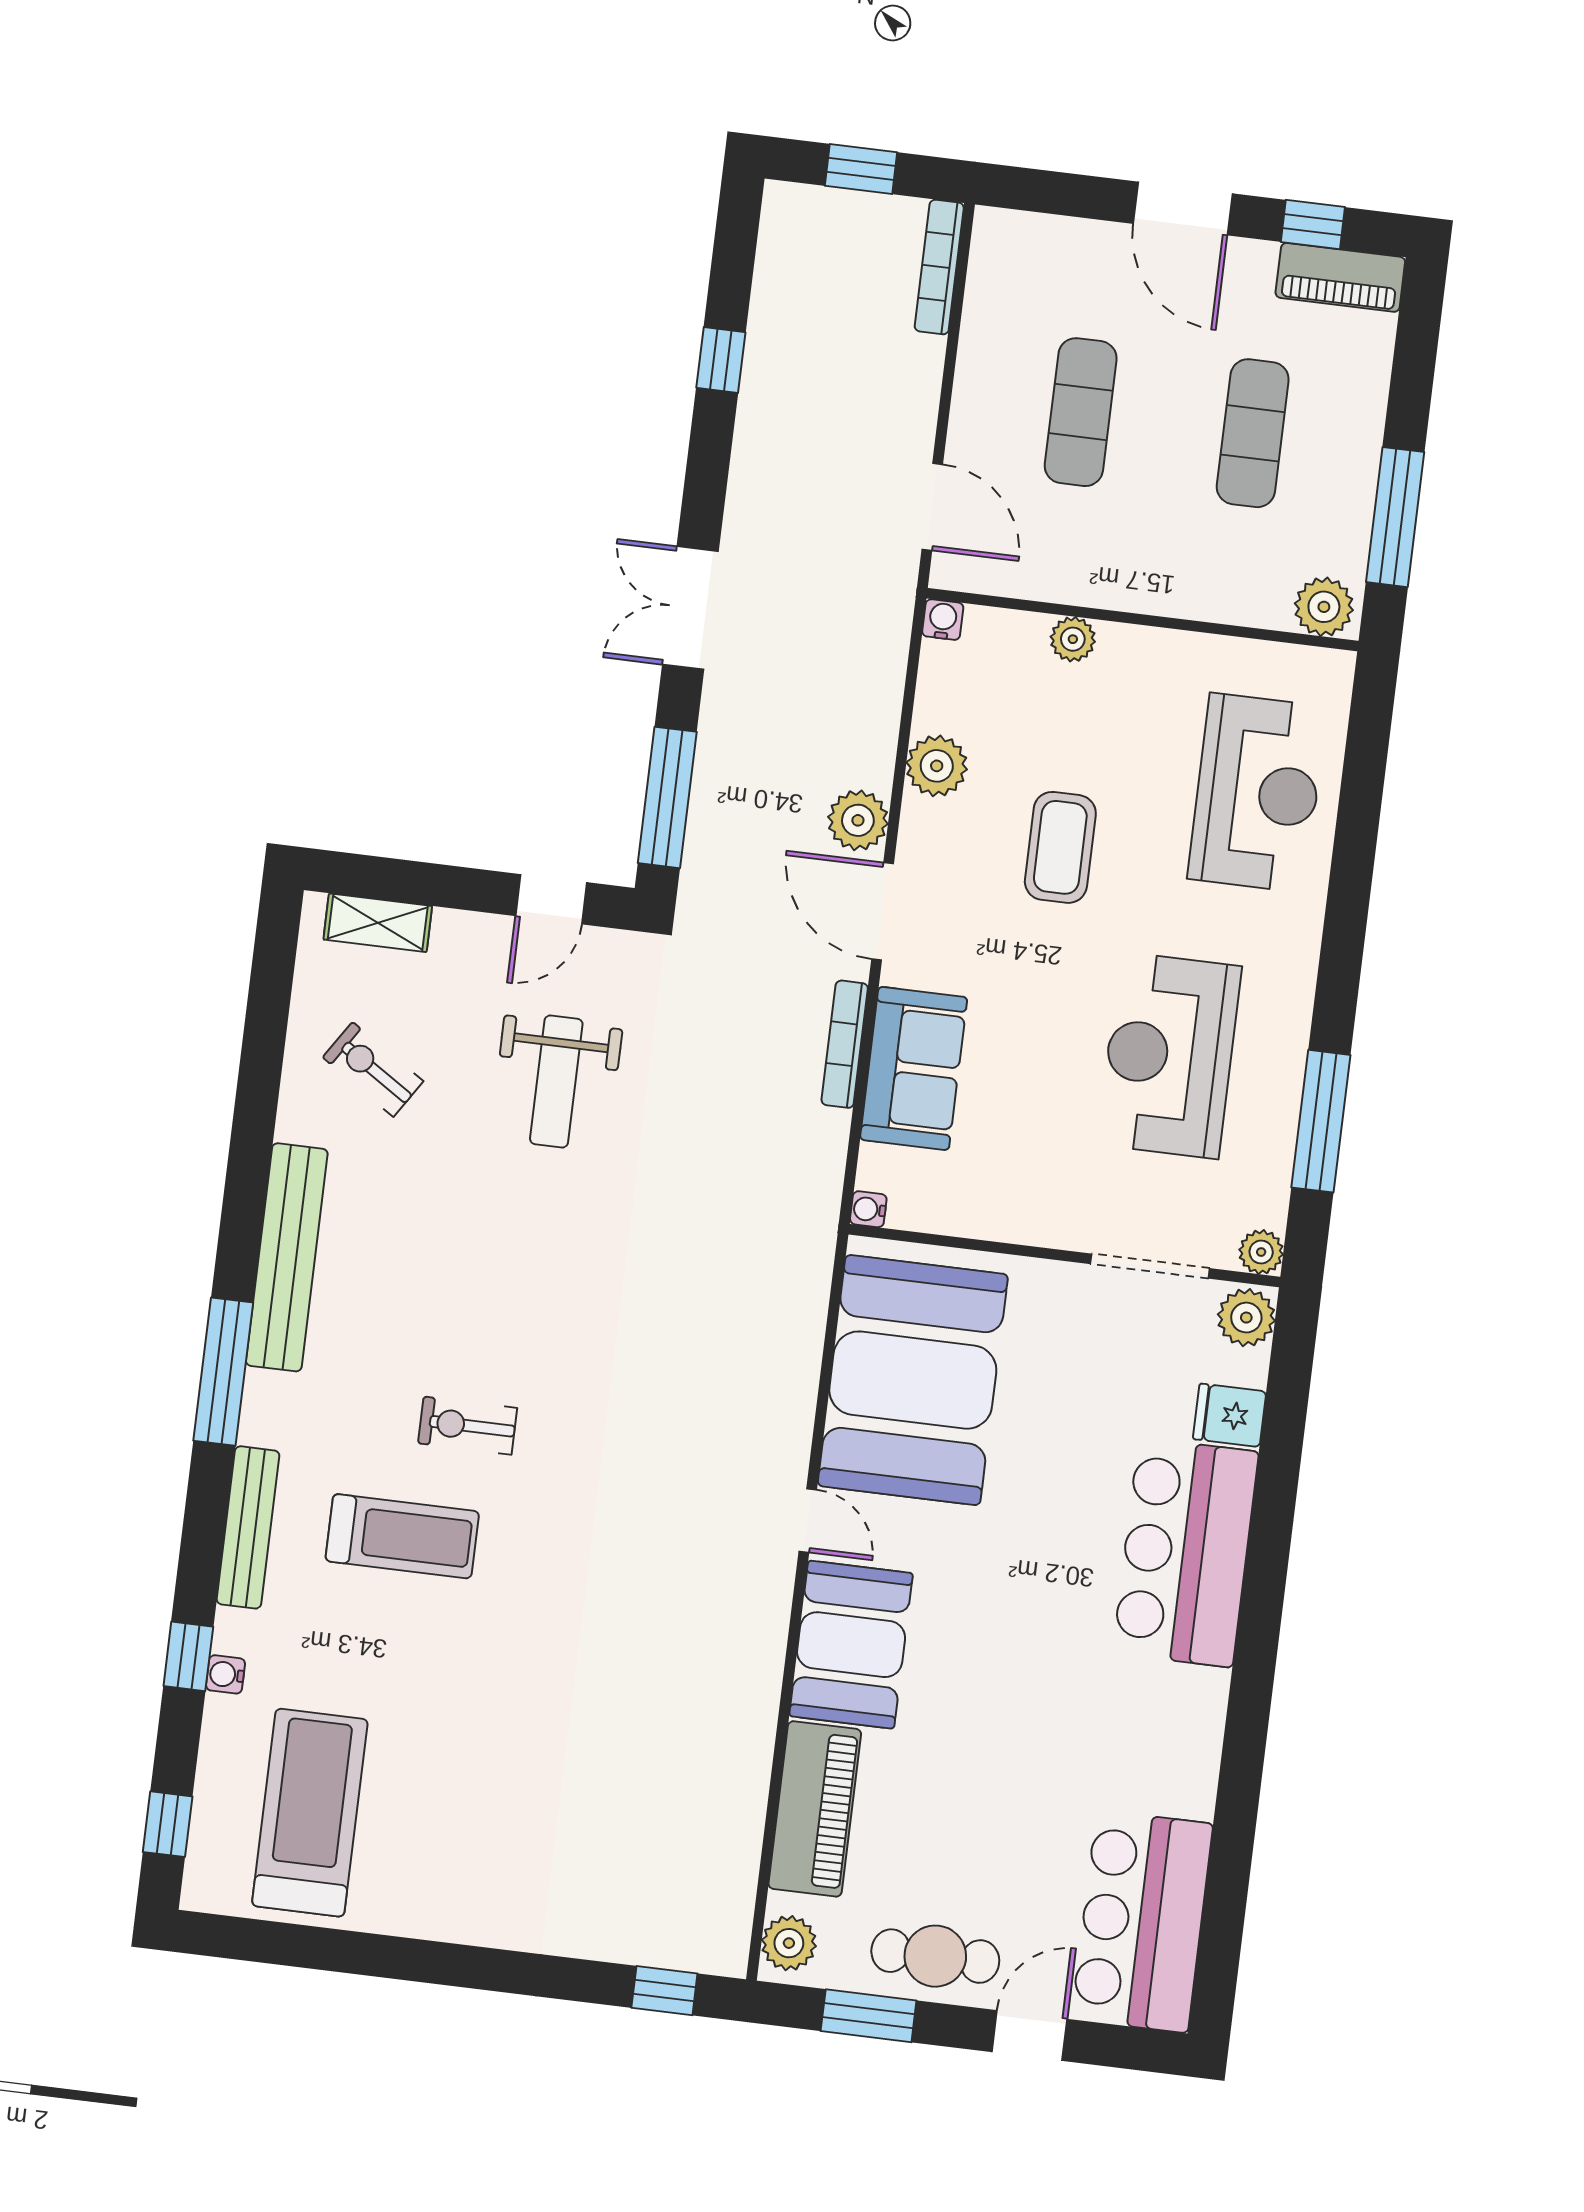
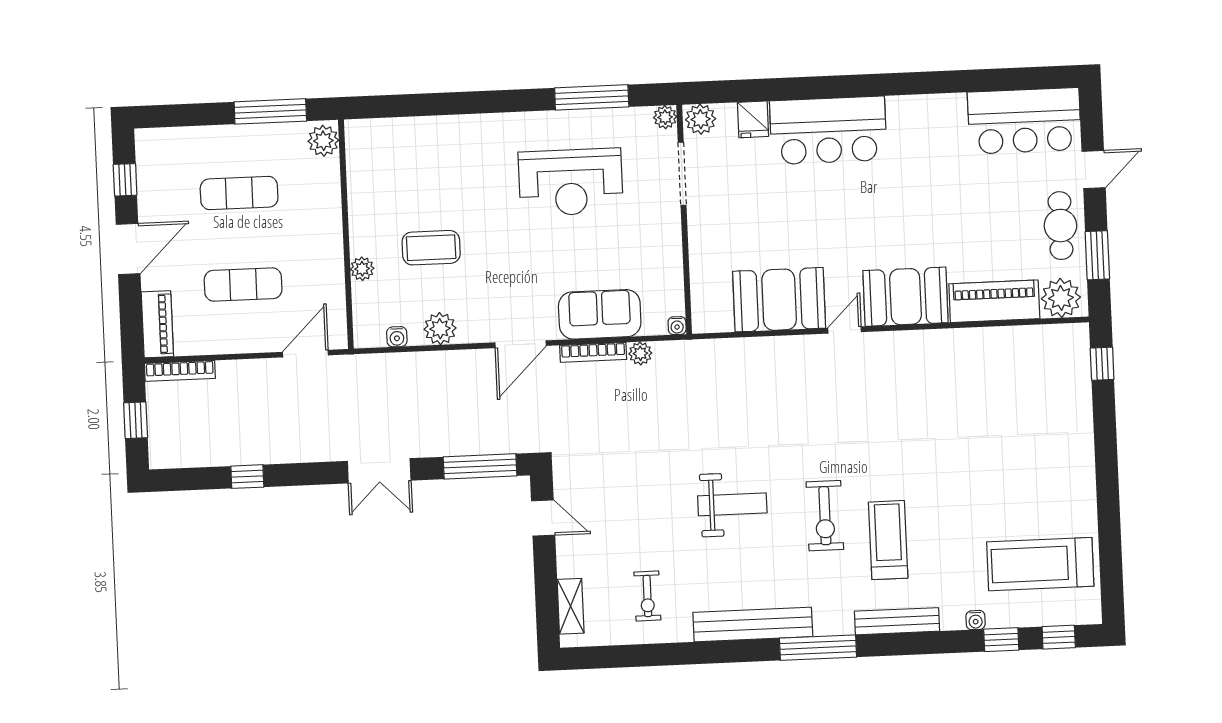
piano: (1340, 277) -> (157, 324), moved
water cooler: (943, 620) -> (397, 337), moved, turned -90
reception desk: (1257, 793) -> (426, 159), removed
plant: (858, 820) -> (640, 353), moved, width x0.73, depth x0.73
coffee table: (1060, 847) -> (431, 248), moved
exercise bike: (373, 1069) -> (647, 596), turned -33
weight bench: (556, 1081) -> (732, 504), moved
booth: (913, 1380) -> (779, 300), width x0.73, depth x0.70
exercise bike: (468, 1426) -> (825, 516), width x1.38, depth x1.39
window: (188, 1656) -> (1001, 640), moved
plant: (789, 1943) -> (1061, 298), width x1.36, depth x1.36
door: (1030, 2035) -> (1094, 170), swing flipped

